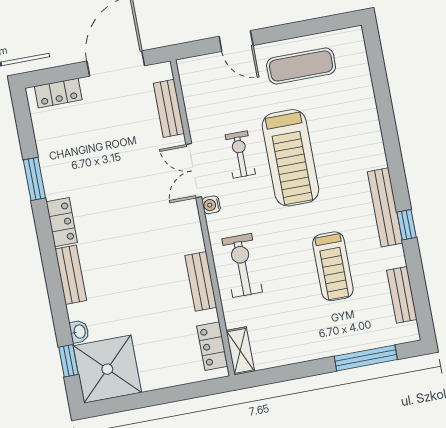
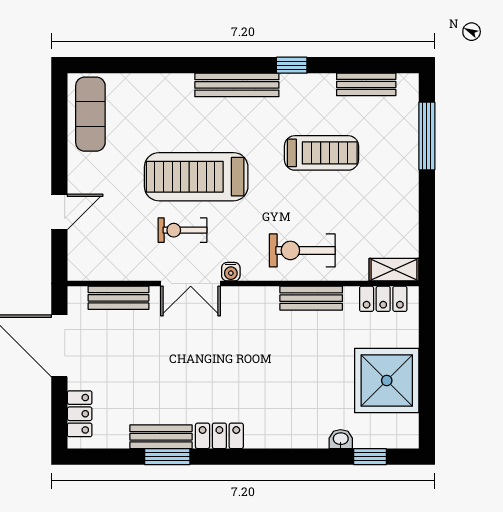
exercise mat: (301, 66) -> (90, 114), moved
treadmill: (290, 158) -> (196, 177), turned 180
bench: (385, 207) -> (237, 85), moved
bench: (71, 275) -> (161, 437), moved
shower: (107, 369) -> (387, 380), moved

